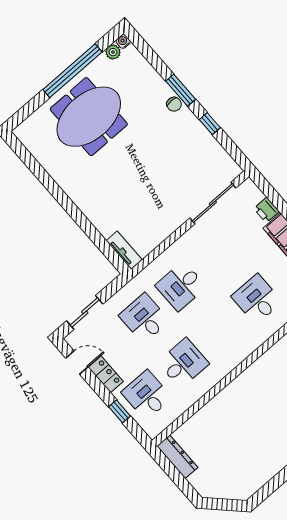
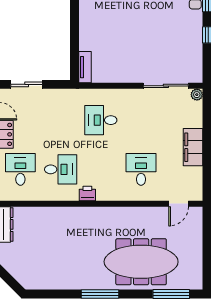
plant: (248, 186) -> (197, 95), added
printer: (266, 210) -> (87, 193), moved, turned 90
desk: (144, 318) -> (61, 120), removed

